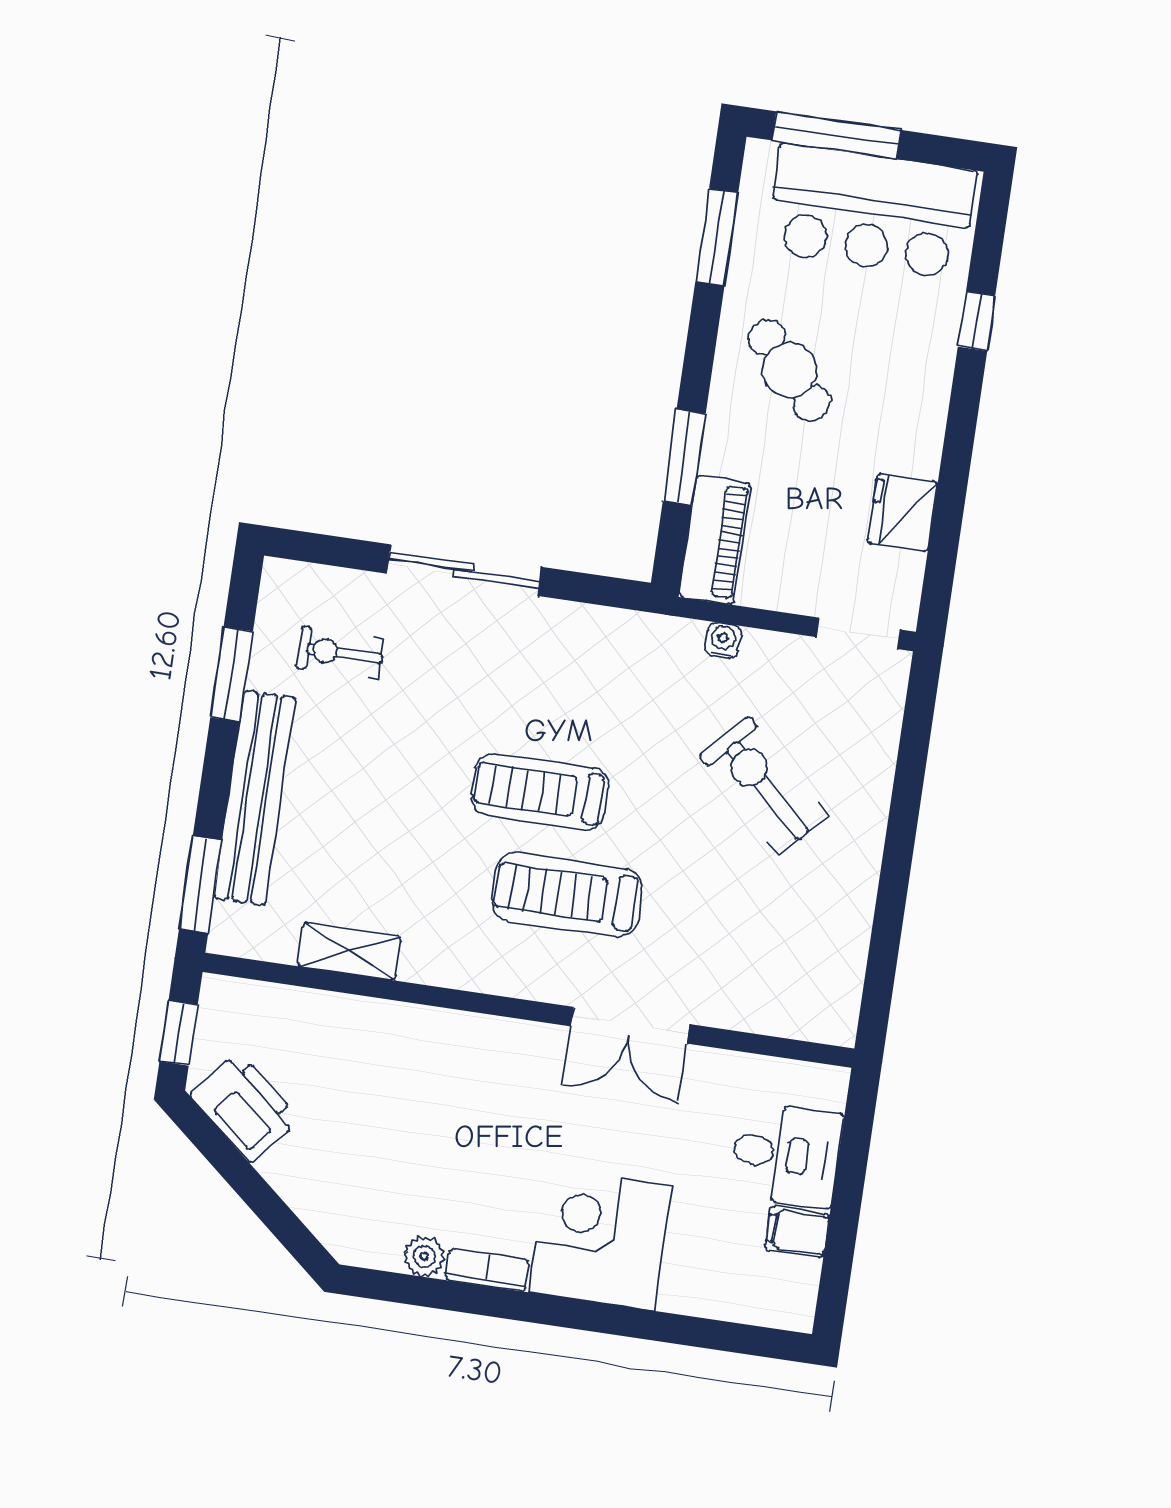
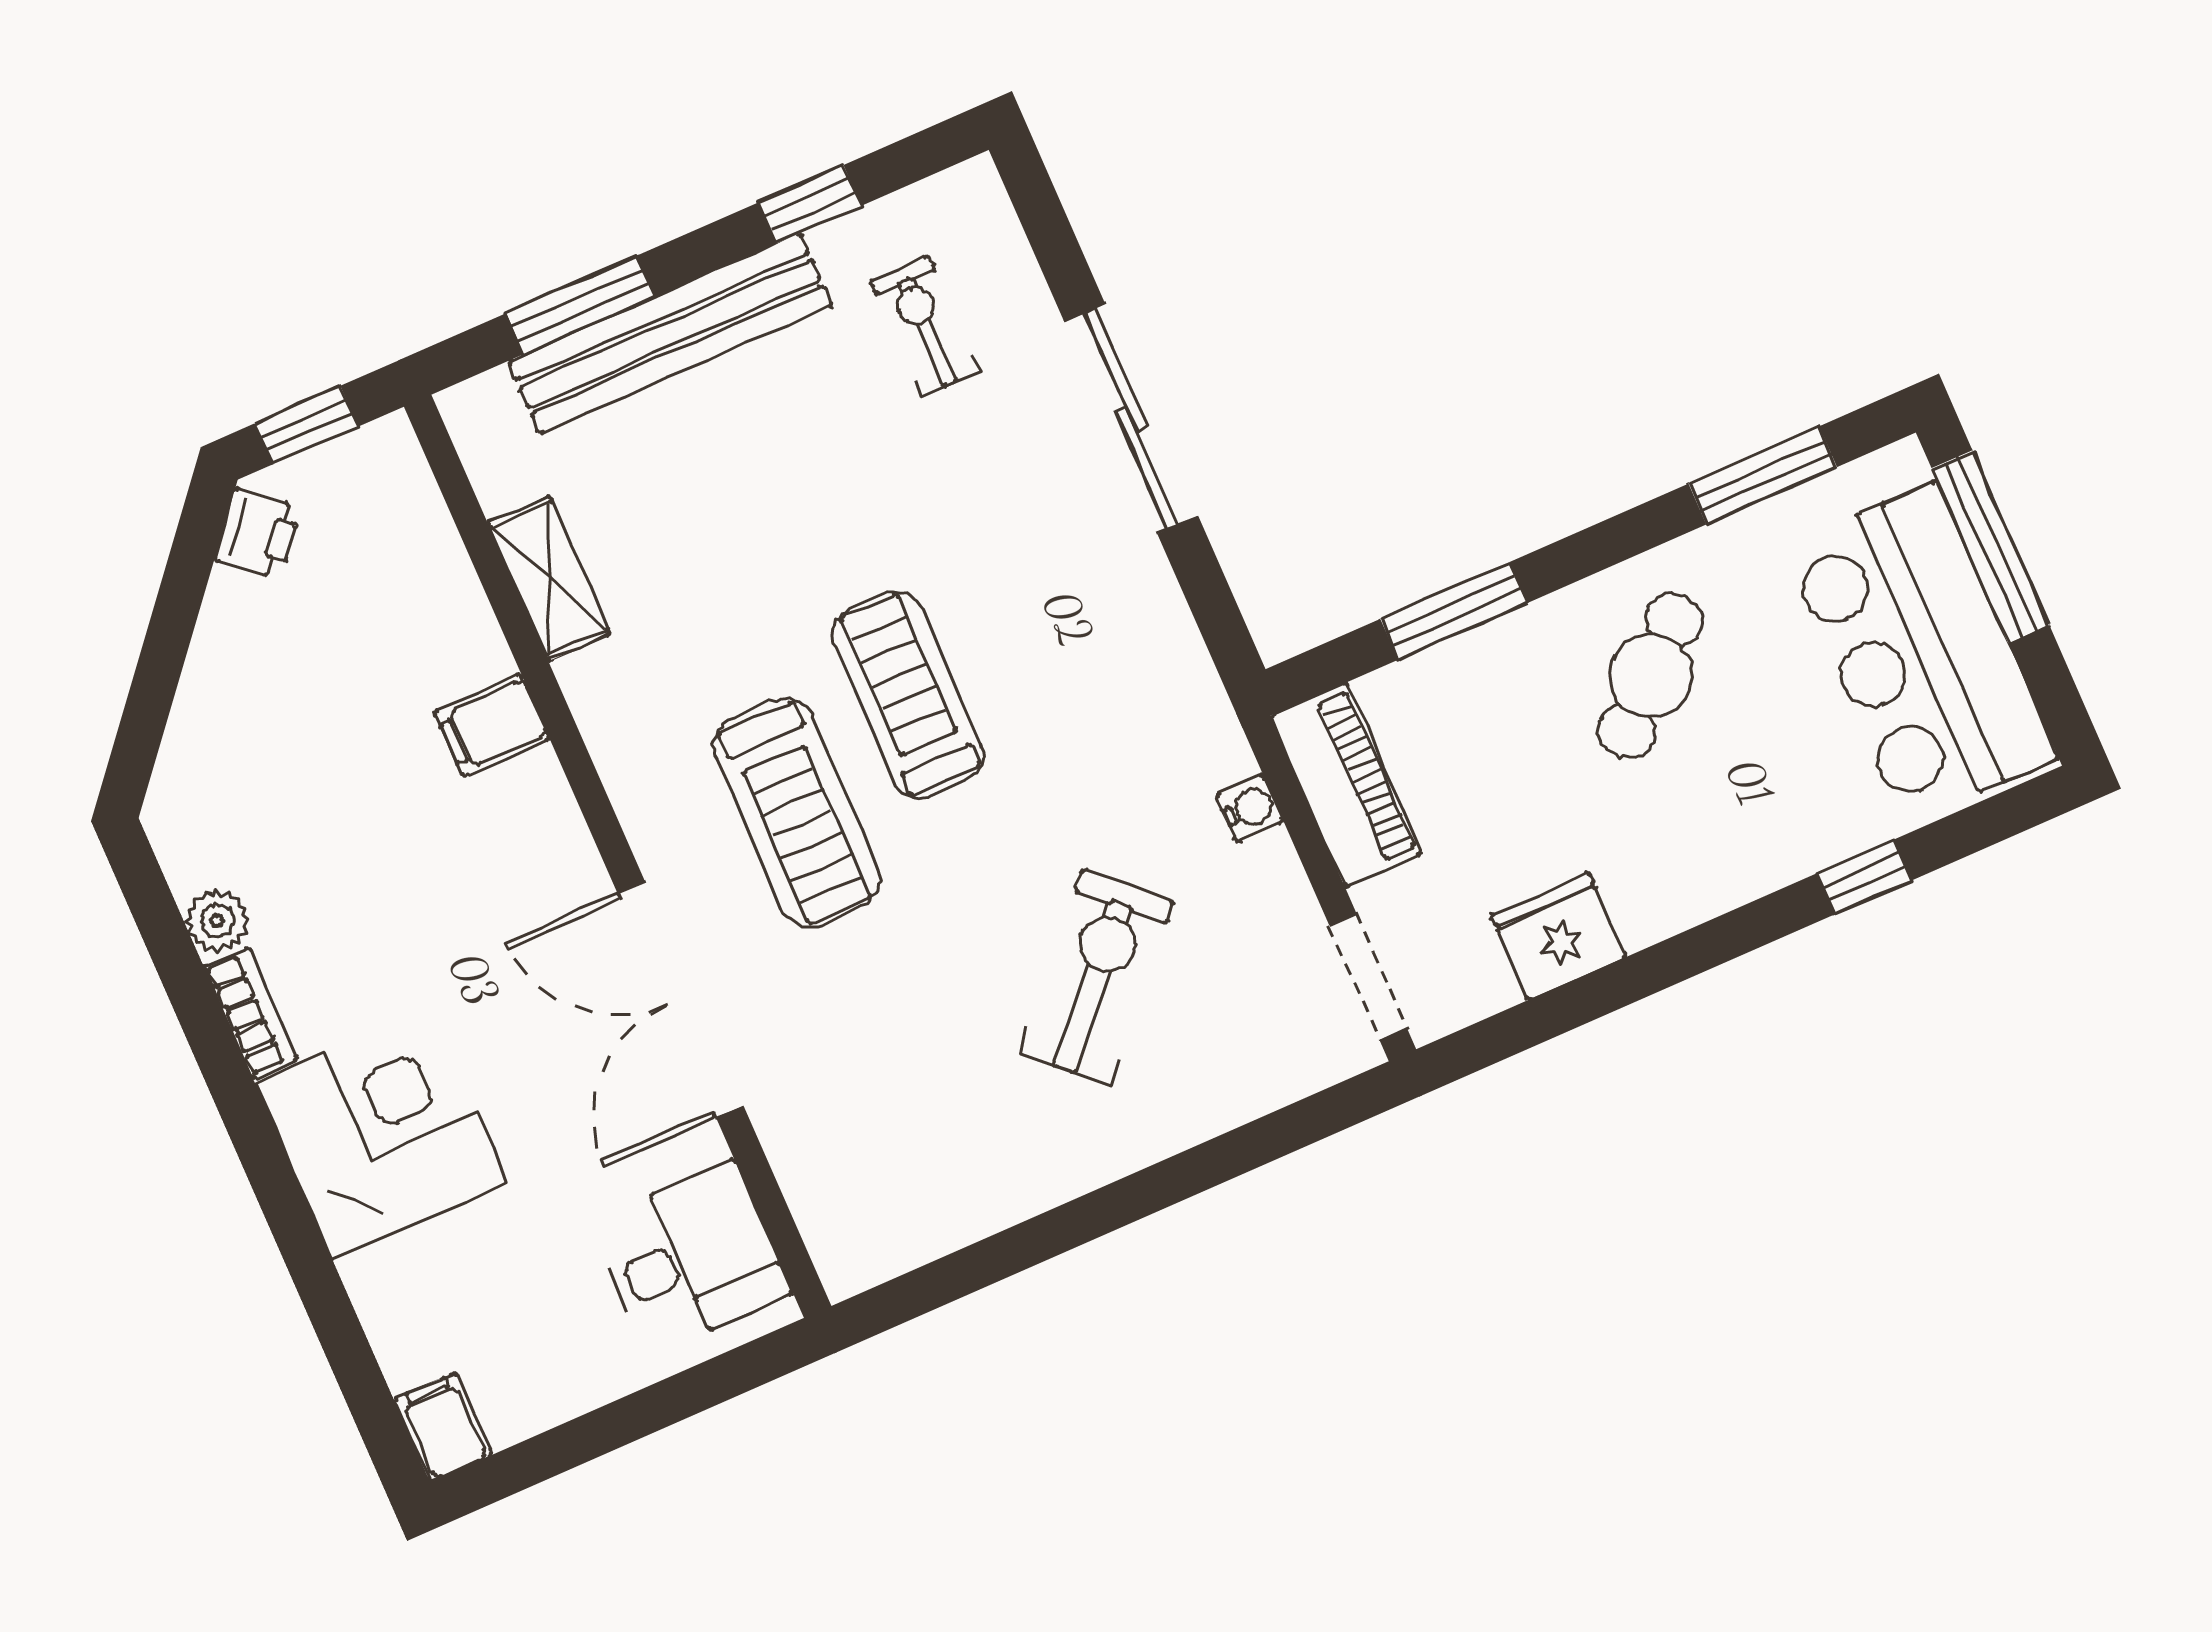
piano: (715, 540) -> (1346, 785), moved, turned -90
window: (232, 674) -> (810, 204), width x0.67
window: (200, 885) -> (581, 305), moved
treadmill: (567, 895) -> (797, 812), turned 180
double door: (630, 1025) -> (680, 999), width x1.37
filing cabinet: (411, 1035) -> (492, 725), added
printer: (245, 1107) -> (258, 533), width x0.53, depth x0.68
desk: (786, 1155) -> (691, 1258), moved, turned -90
filing cabinet: (797, 1232) -> (443, 1427), moved

